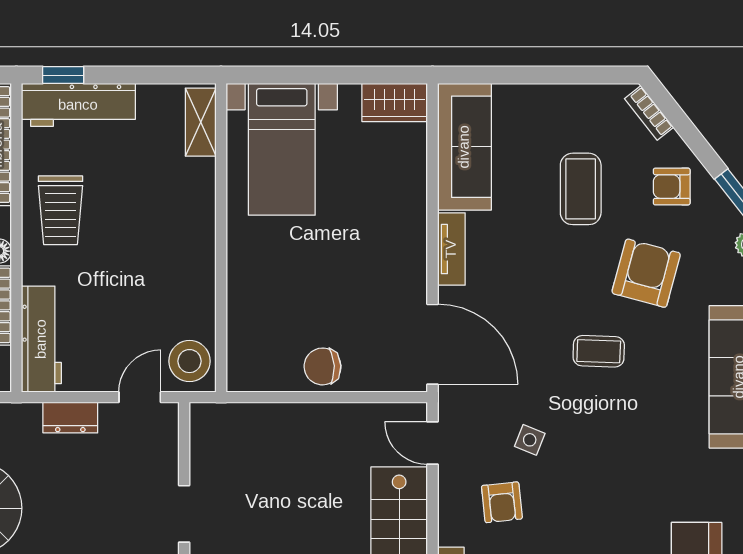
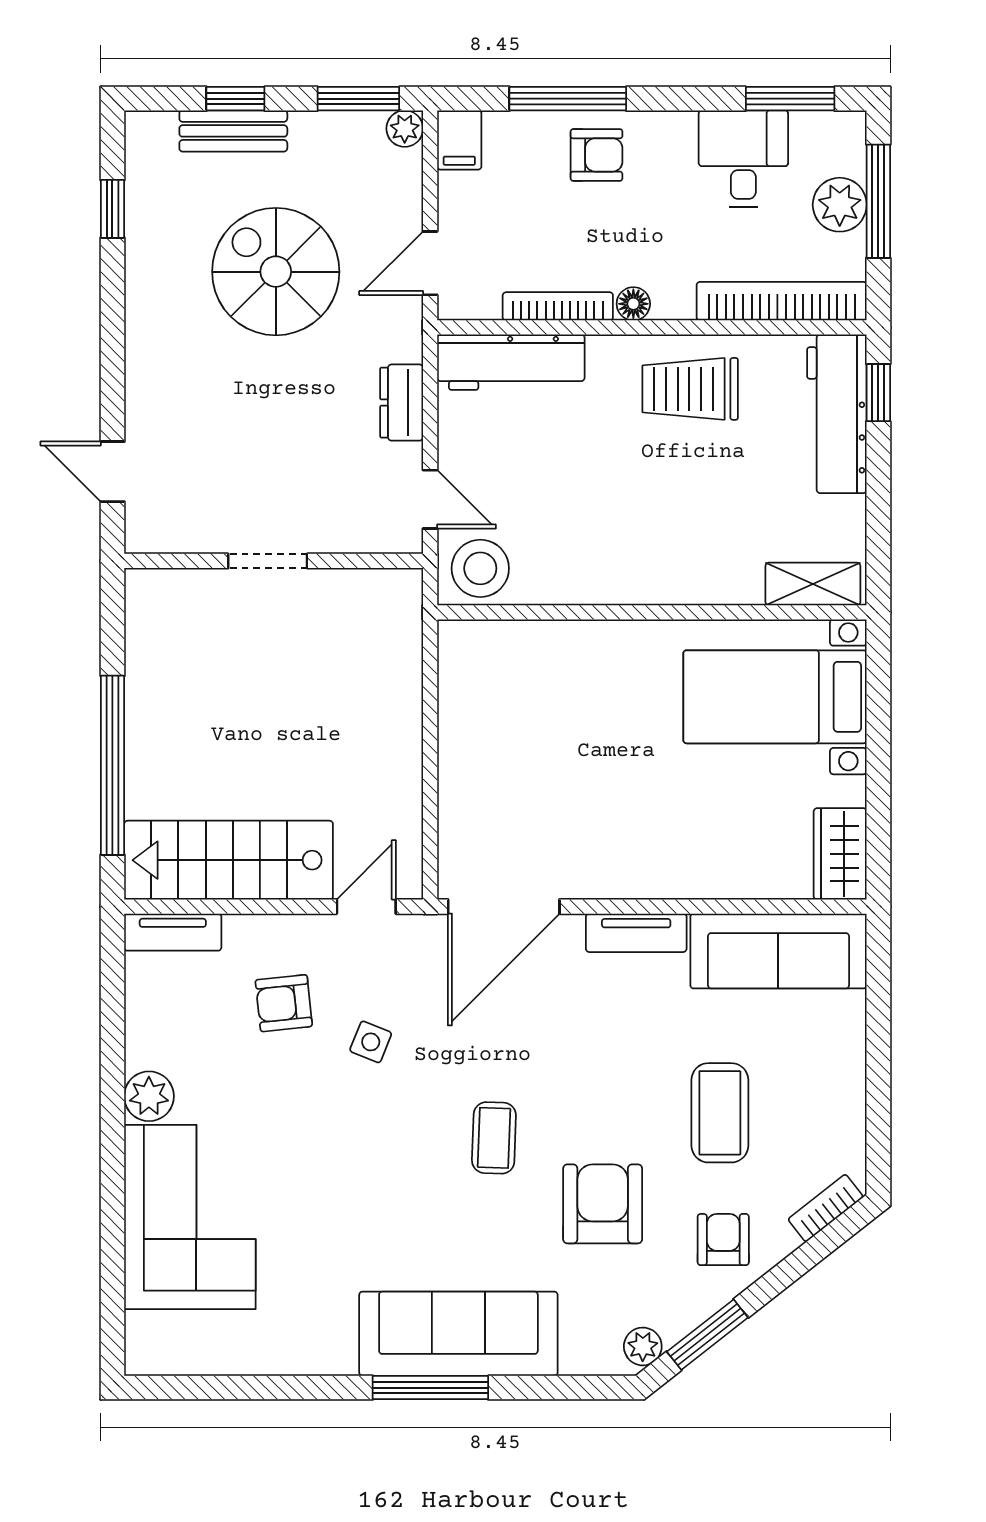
coffee table: (581, 189) -> (720, 1113), turned 90
armchair: (646, 273) -> (603, 1204), turned -105
chair: (323, 366) -> (473, 754), removed

